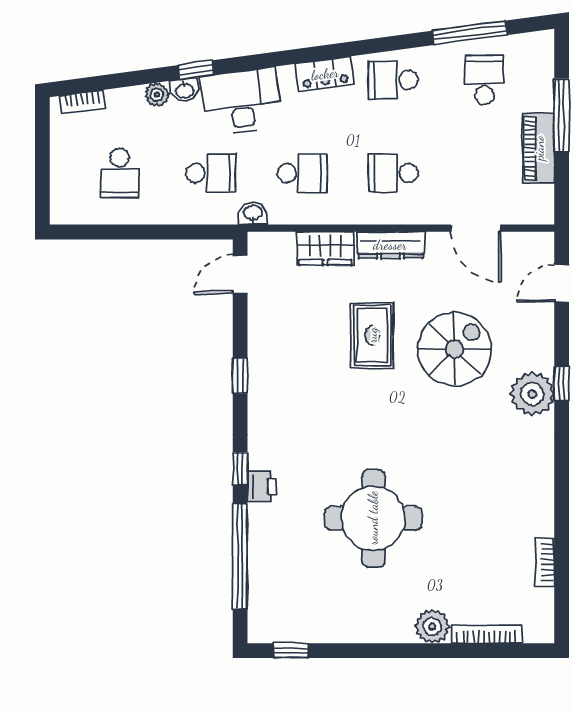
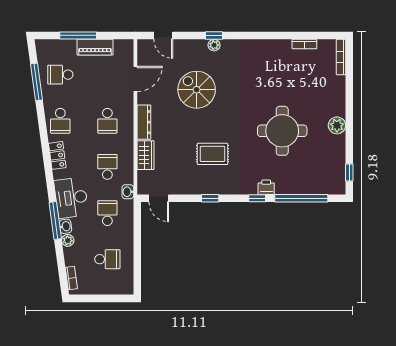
window: (196, 70) -> (55, 221), width x2.17
rug: (372, 335) -> (212, 154), moved
plant: (532, 394) -> (214, 45), width x0.53, depth x0.53
plant: (432, 626) -> (337, 125), moved
bookcase: (487, 634) -> (341, 57), moved

